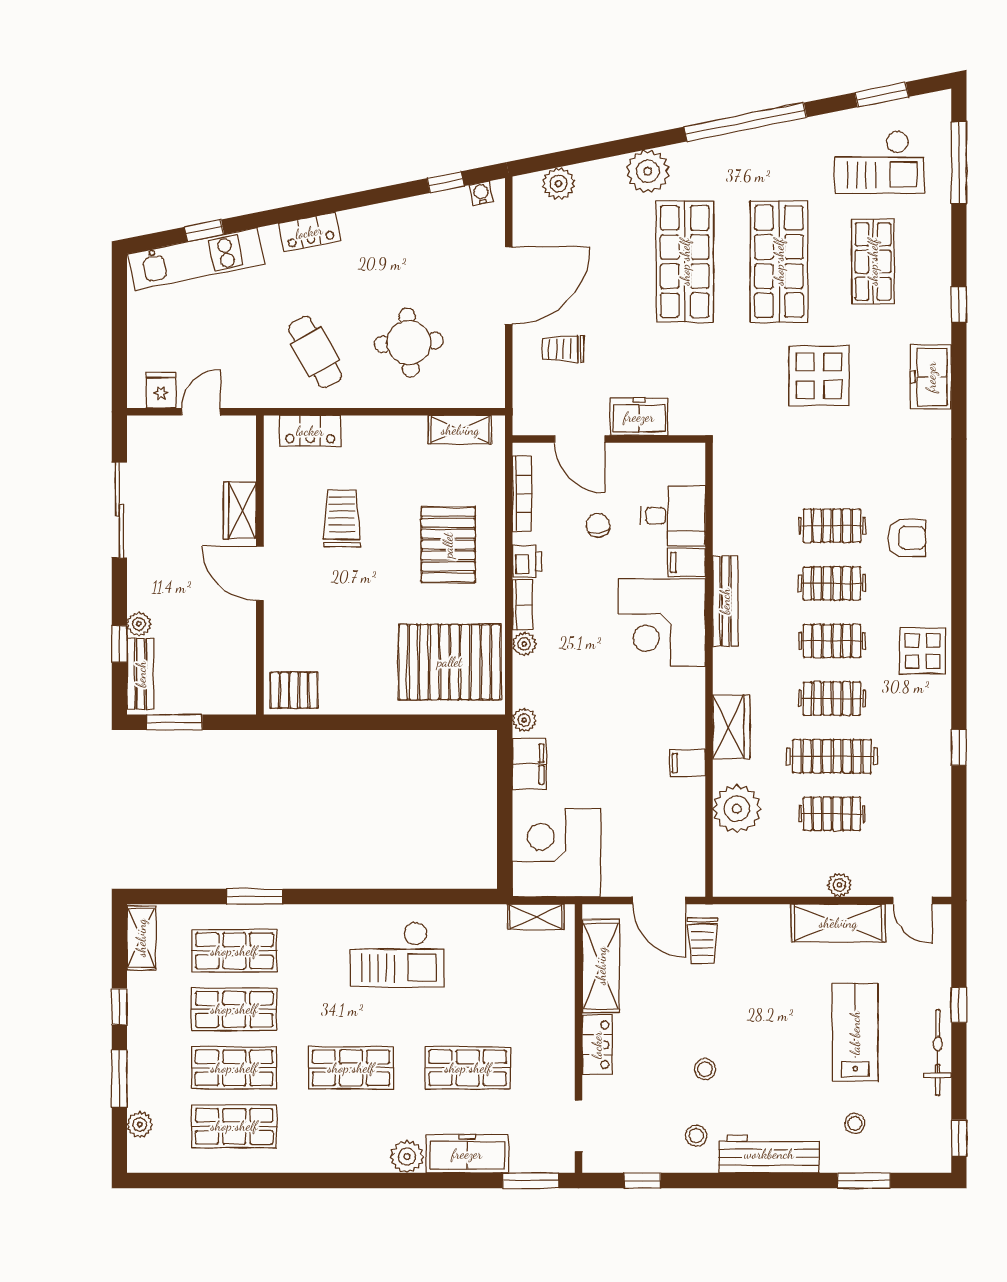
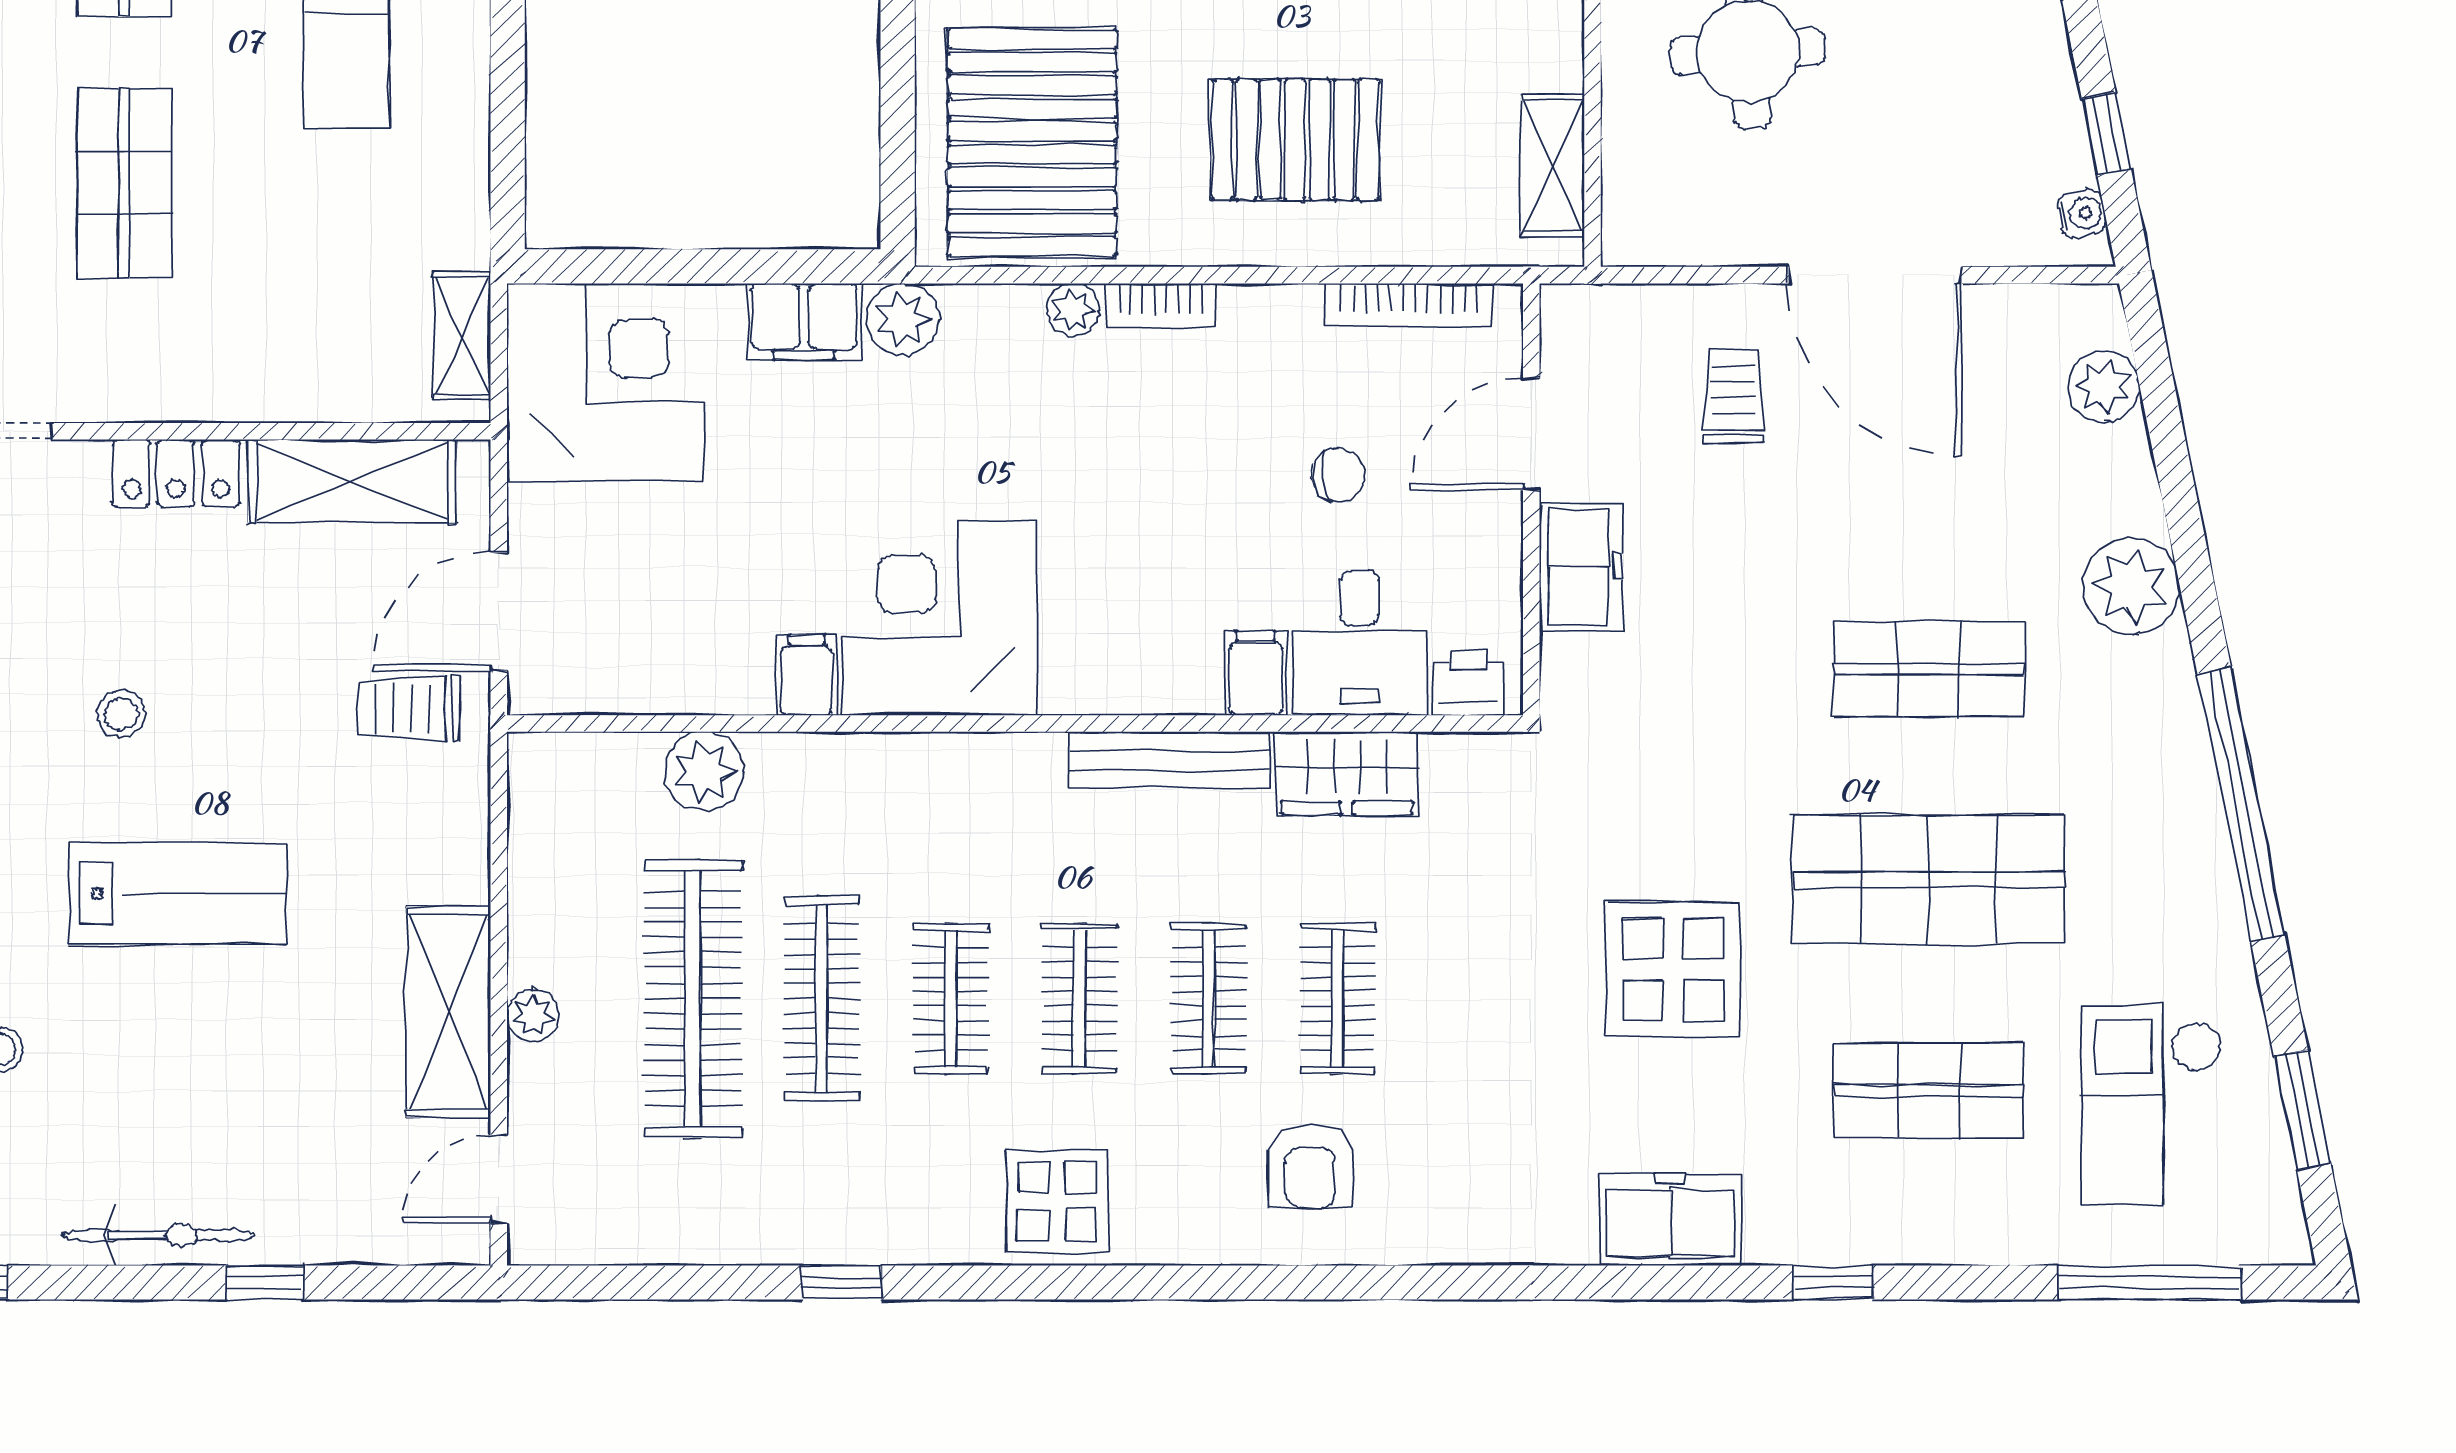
shop shelf: (685, 262) -> (1929, 669), width x0.70, depth x0.74
printer: (527, 561) -> (1468, 683), moved, turned 180
corner desk: (662, 623) -> (940, 618), moved
plant: (524, 720) -> (903, 319), width x1.38, depth x1.38
wardrobe: (731, 727) -> (1347, 773), moved
plant: (737, 809) -> (704, 771), width x0.73, depth x0.73
clothes rail: (832, 814) -> (693, 999), width x1.86, depth x1.31
lab bench: (855, 1033) -> (178, 893), moved

